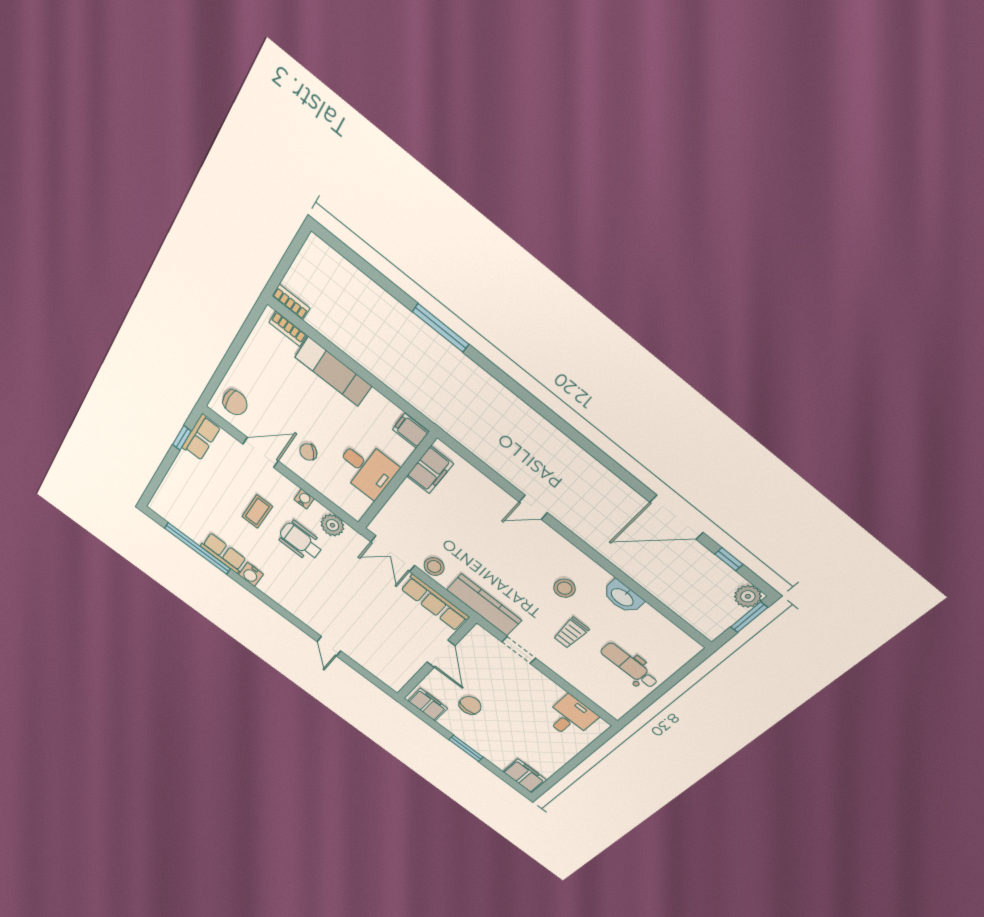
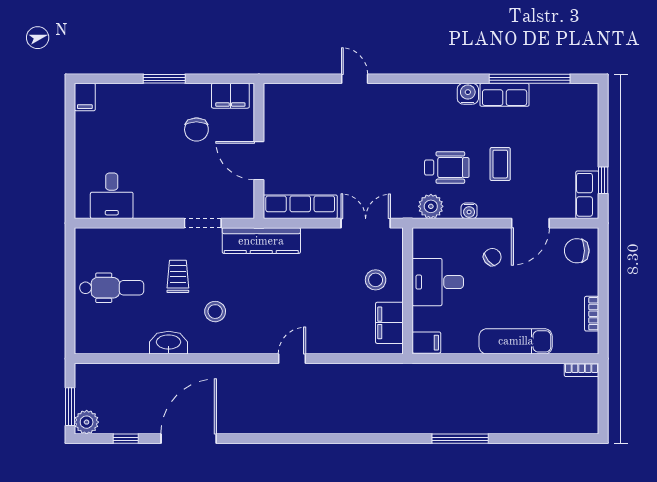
bookcase: (288, 329) -> (592, 314), moved, turned -90
stool: (434, 567) -> (376, 280), moved
filing cabinet: (525, 776) -> (85, 97), width x0.50

